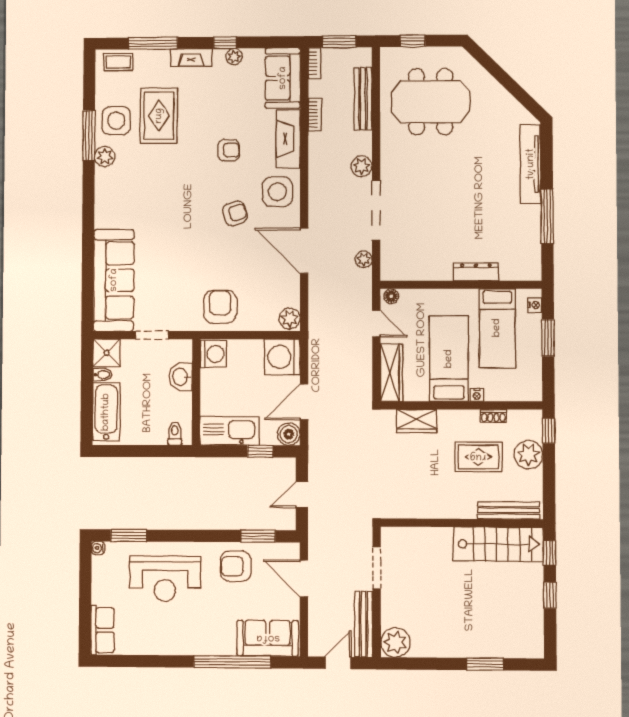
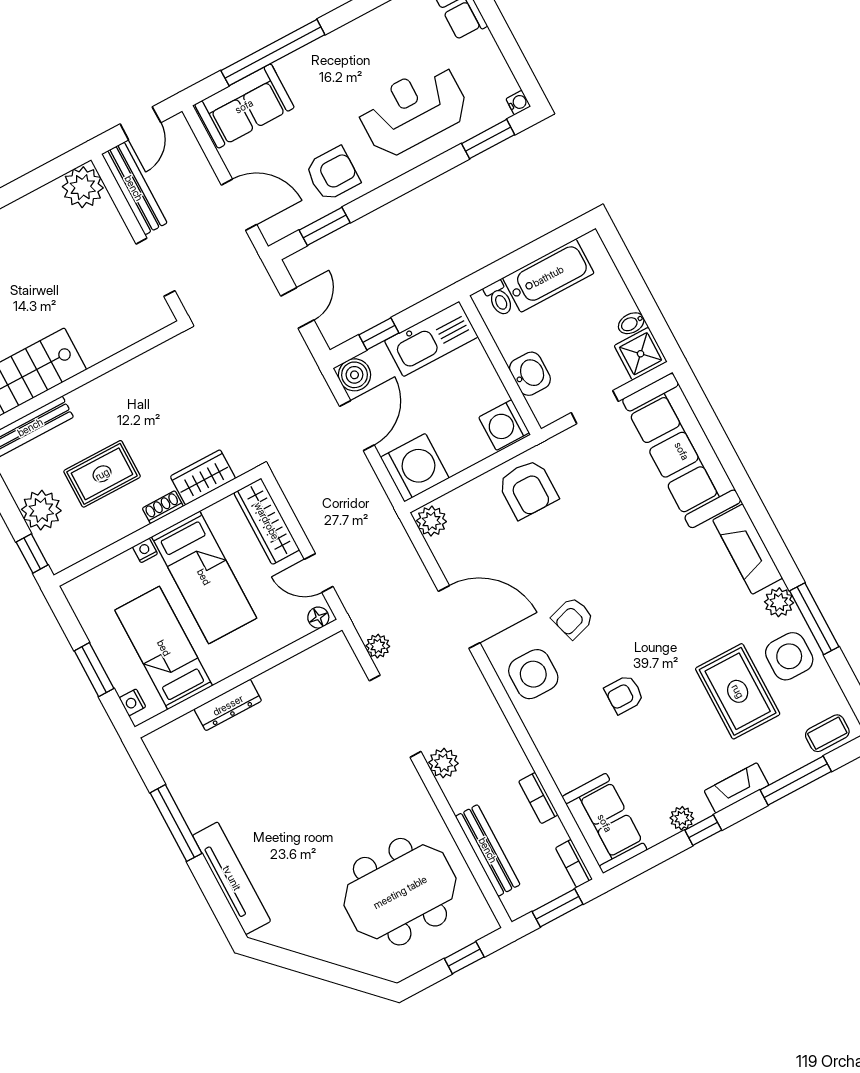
fireplace: (288, 139) -> (748, 549), moved, turned 180
bathtub: (106, 412) -> (548, 276), moved, turned -90
shoe rack: (493, 416) -> (163, 507), moved

